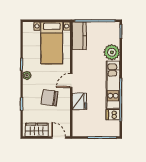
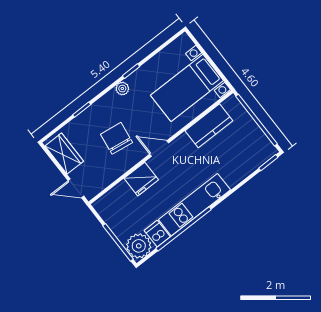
kitchen counter: (79, 36) -> (209, 126), moved
plant: (112, 52) -> (139, 246), moved
door: (59, 138) -> (76, 188), swing flipped

